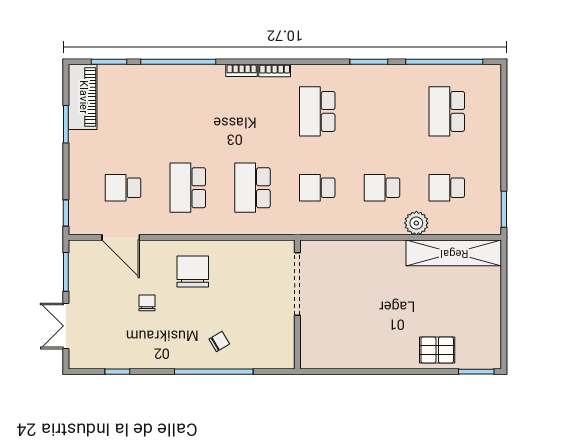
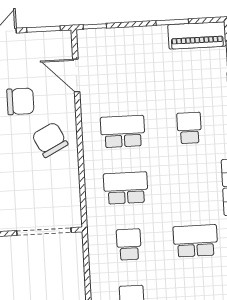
school desk: (123, 188) -> (189, 128), moved
door: (121, 237) -> (76, 75), hinge flipped
chair: (193, 271) -> (50, 140), turned -117
chair: (147, 303) -> (20, 101), width x1.87, depth x1.87

